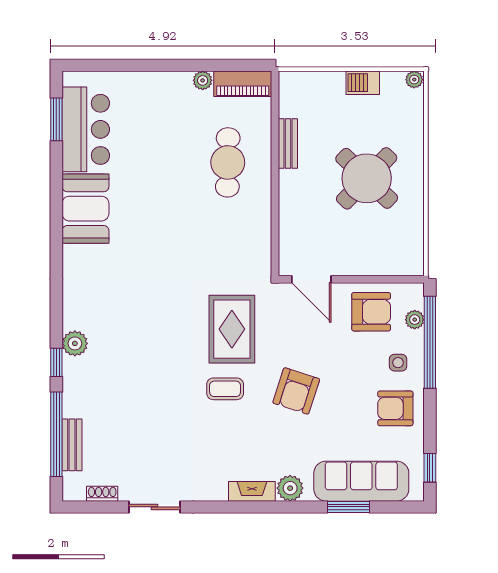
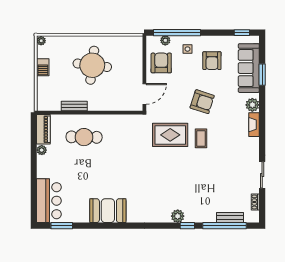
bar counter: (86, 129) -> (49, 201), moved, turned 90
round table: (367, 178) -> (92, 65), turned -37
armchair: (395, 408) -> (212, 61), moved

